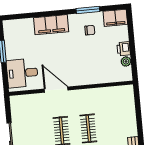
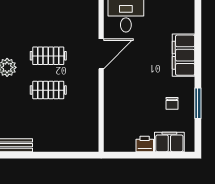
filing cabinet: (115, 18) -> (169, 142), moved, turned 90
plant: (126, 61) -> (128, 145), removed

